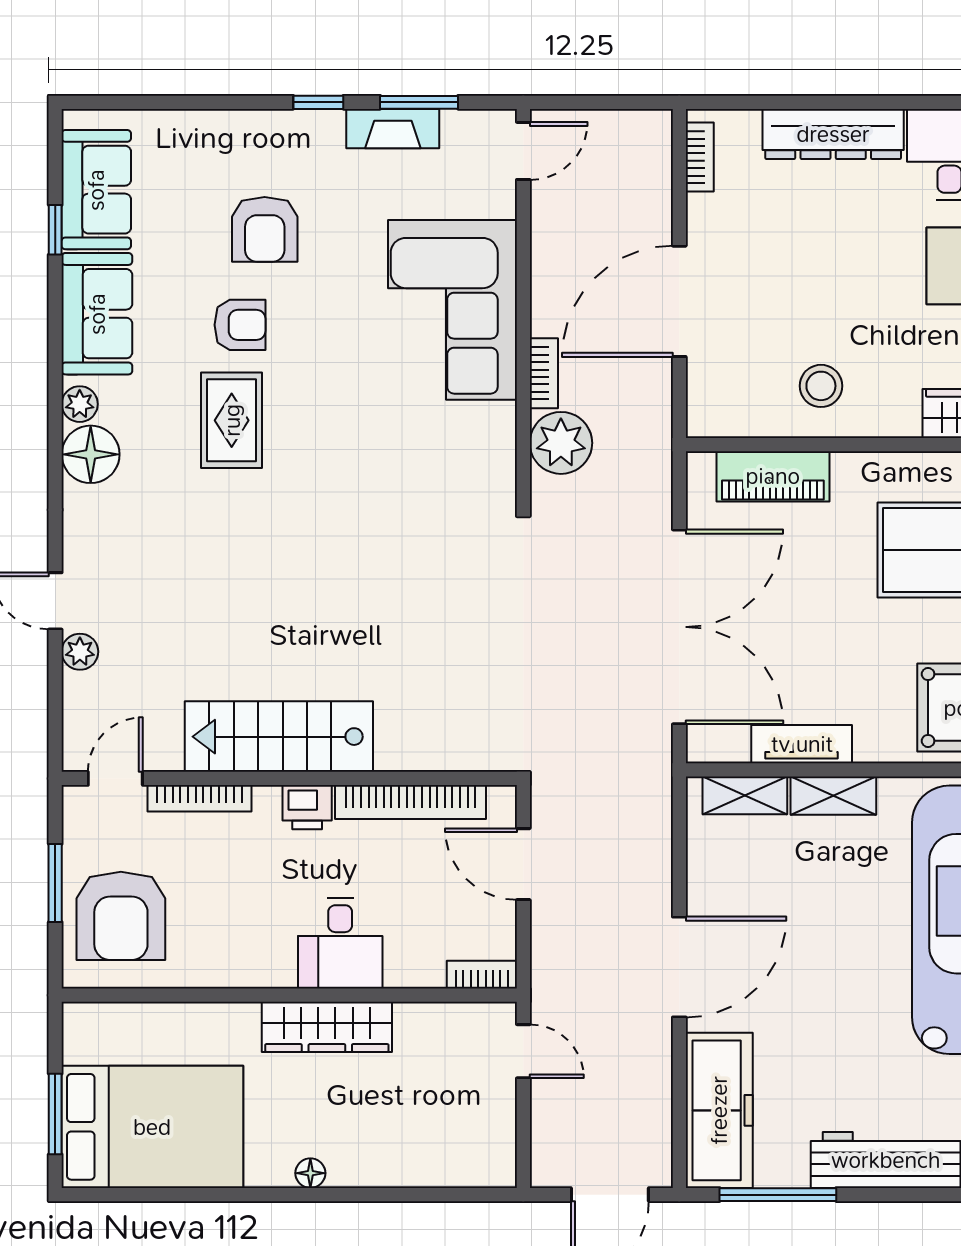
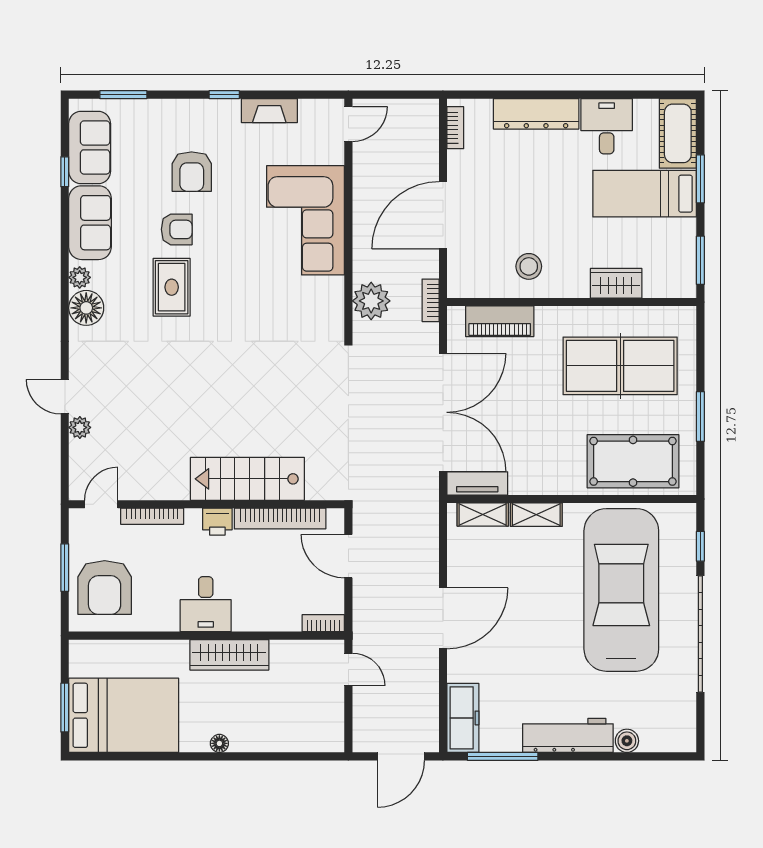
window: (419, 102) -> (123, 95), moved
bookcase: (544, 373) -> (431, 300), moved, turned 180
stairs: (279, 737) -> (247, 479), moved
tv unit: (802, 744) -> (477, 483), moved
desk: (340, 943) -> (206, 604), moved
freezer: (719, 1110) -> (463, 718), width x0.73, depth x0.79

